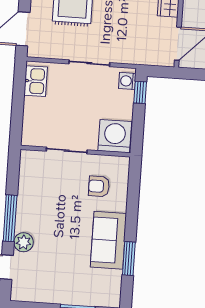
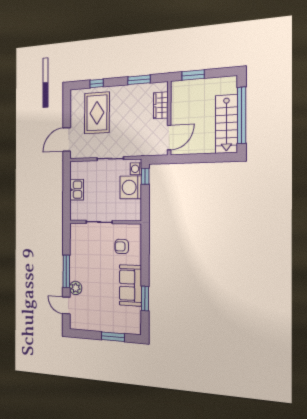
kitchen sink: (36, 81) -> (77, 190), moved
washing machine: (115, 136) -> (131, 187), moved, turned -90

